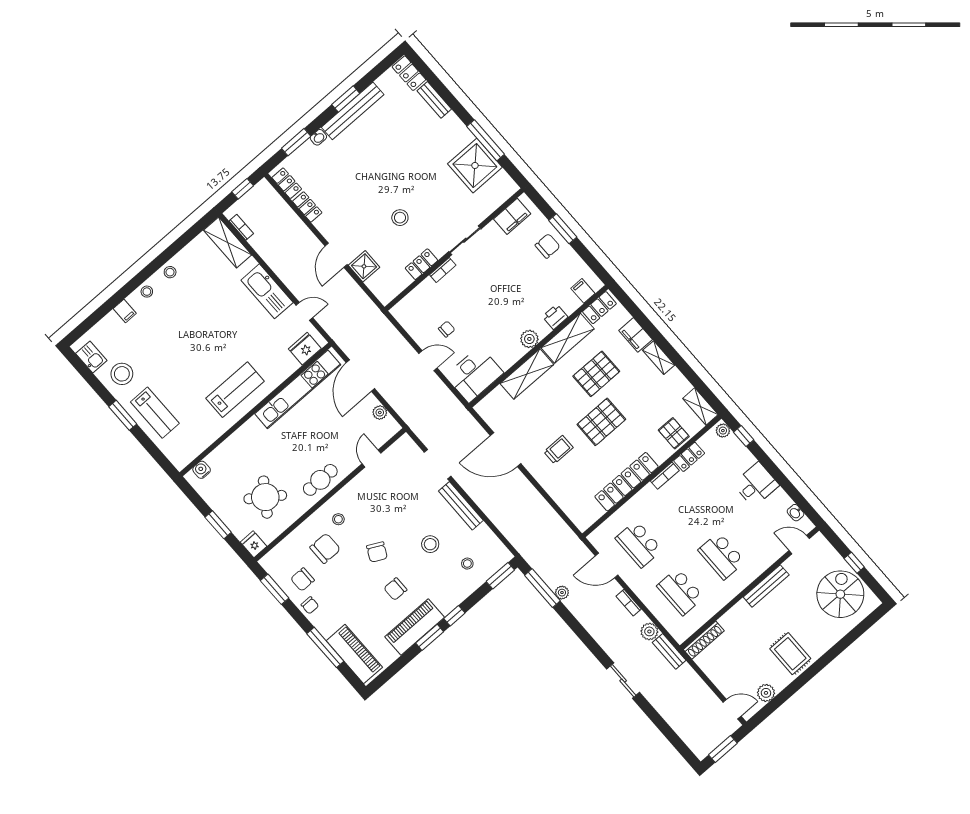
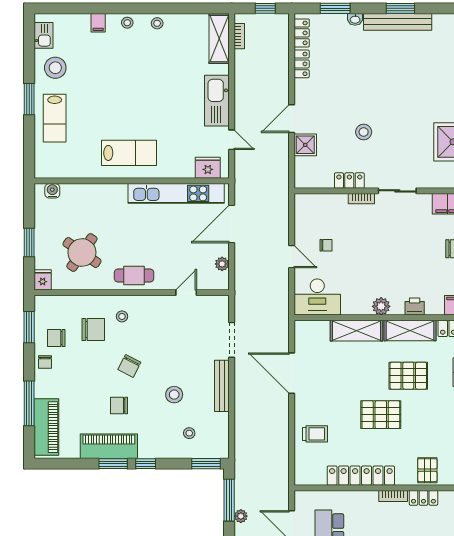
trolley: (558, 450) -> (315, 434), moved

